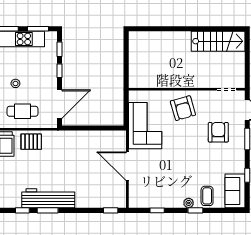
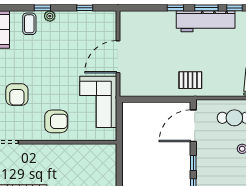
armchair: (183, 108) -> (56, 121), turned 106
pallet: (31, 142) -> (190, 80), moved
door: (127, 166) -> (118, 57), swing flipped
window: (111, 210) -> (175, 8), moved

